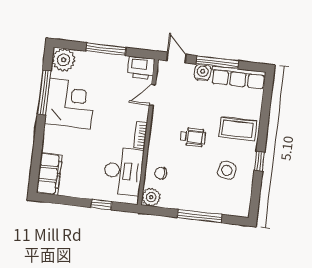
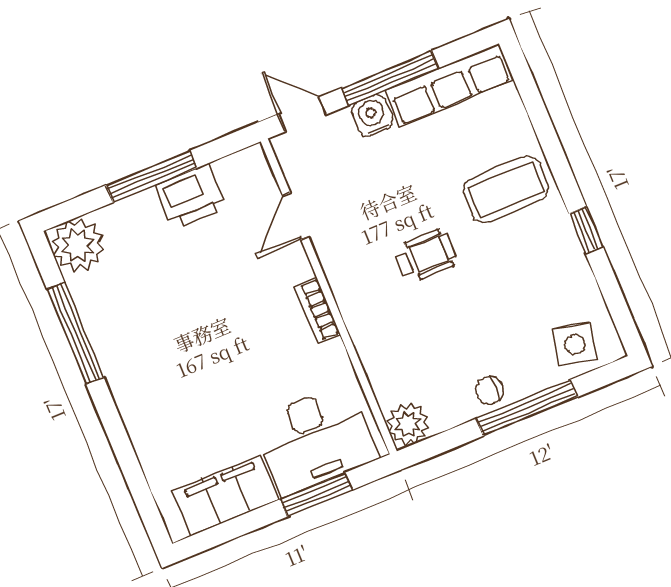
printer: (141, 68) -> (191, 196), moved
corner desk: (70, 103) -> (140, 326), removed
side table: (227, 170) -> (575, 344), moved
desk: (123, 171) -> (315, 439), moved, turned 90
chair: (161, 173) -> (489, 391), moved
filing cabinet: (49, 174) -> (226, 495), moved, turned -90
window: (101, 205) -> (316, 495), width x1.50

